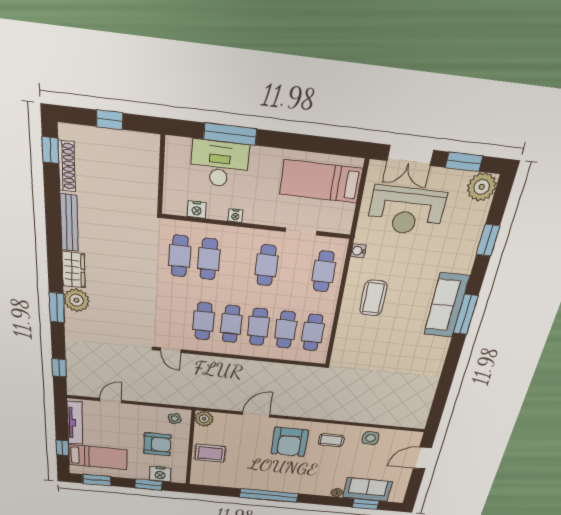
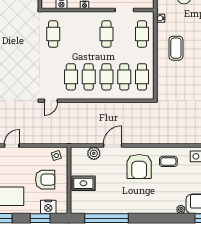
cafe table: (209, 259) -> (71, 34), removed
door: (171, 350) -> (51, 101), hinge flipped
plant: (204, 419) -> (94, 153), moved
window: (269, 495) -> (106, 218), moved

